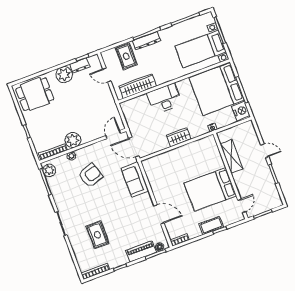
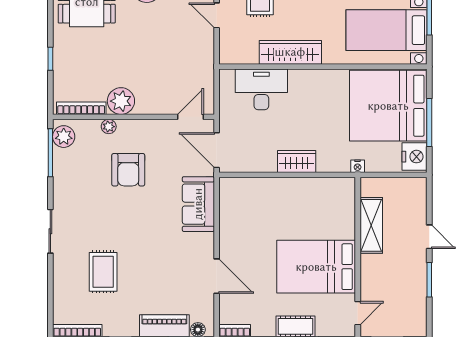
wardrobe: (138, 86) -> (290, 52), moved
desk: (164, 99) -> (261, 89), moved
armchair: (90, 175) -> (128, 170), turned 107

